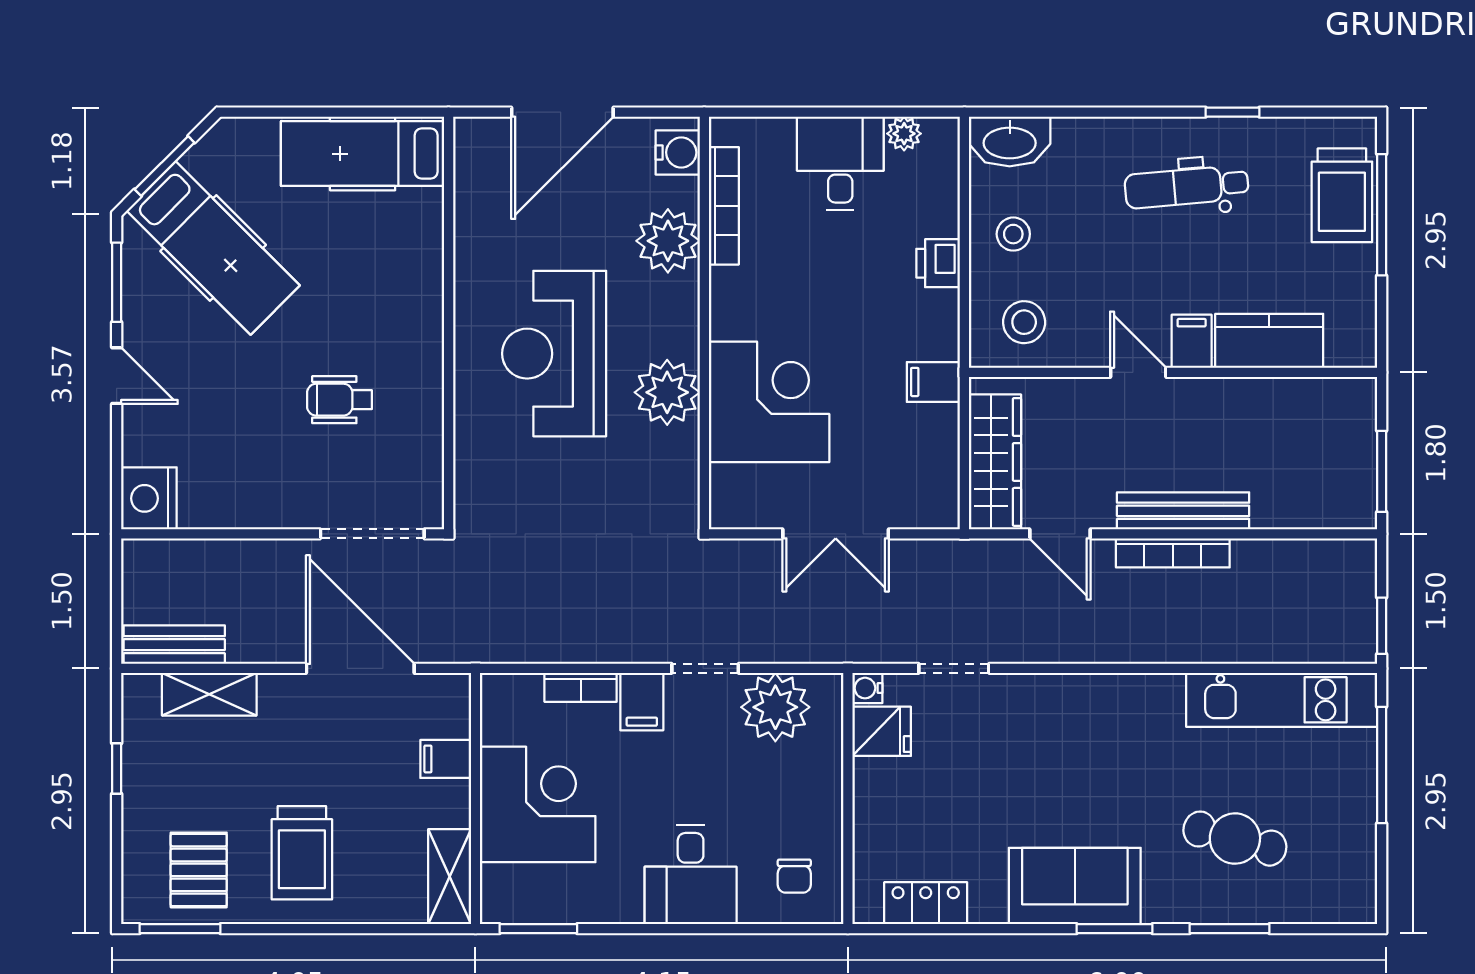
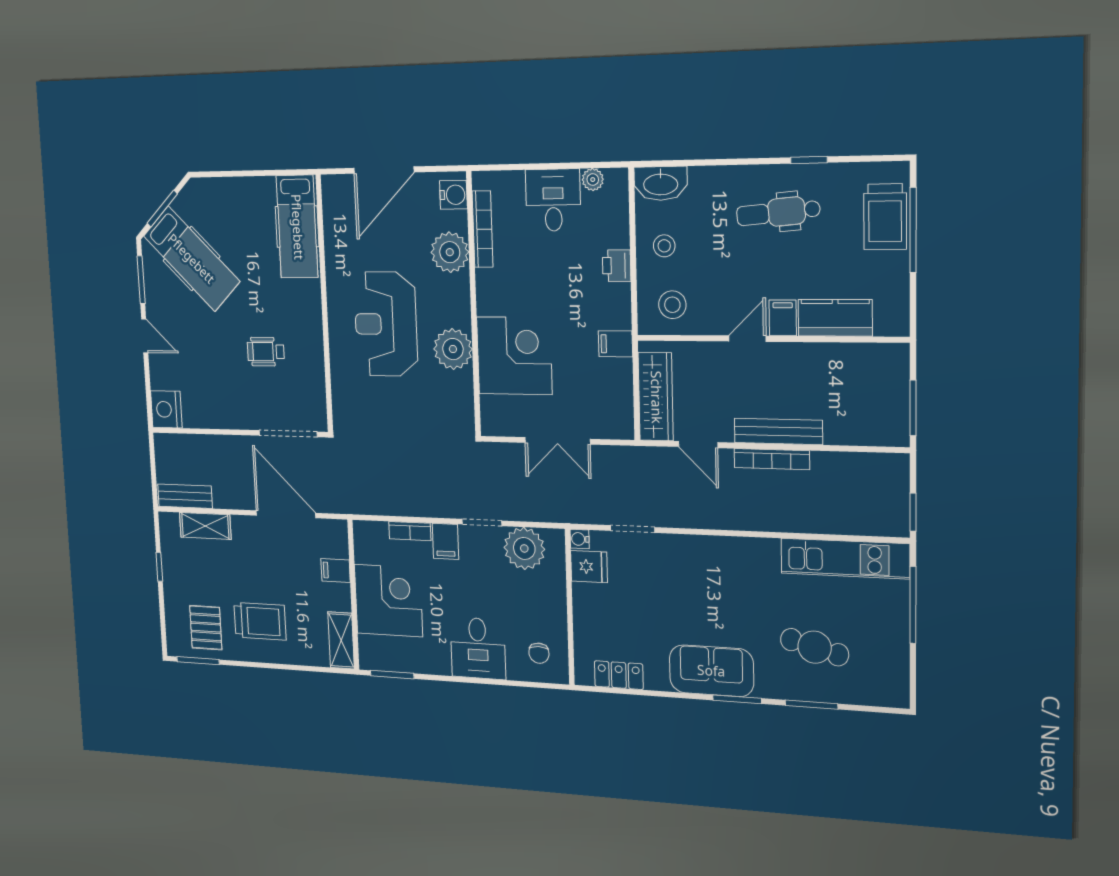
hospital bed: (363, 154) -> (297, 227), moved, turned -90
door: (1138, 372) -> (747, 339), hinge flipped
trolley: (302, 853) -> (260, 621), turned -90

